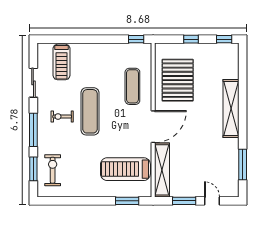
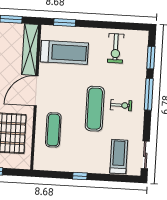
window: (136, 39) -> (80, 176), moved
sliding door: (33, 83) -> (145, 155), moved
exercise bike: (53, 170) -> (116, 48), moved

